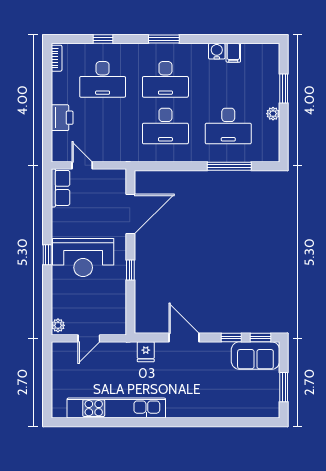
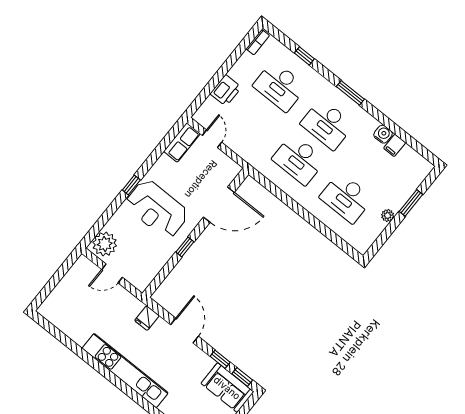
window: (229, 166) -> (323, 229), removed
plant: (58, 325) -> (105, 244), width x1.88, depth x1.88
kitchen unit: (116, 408) -> (125, 371), moved

